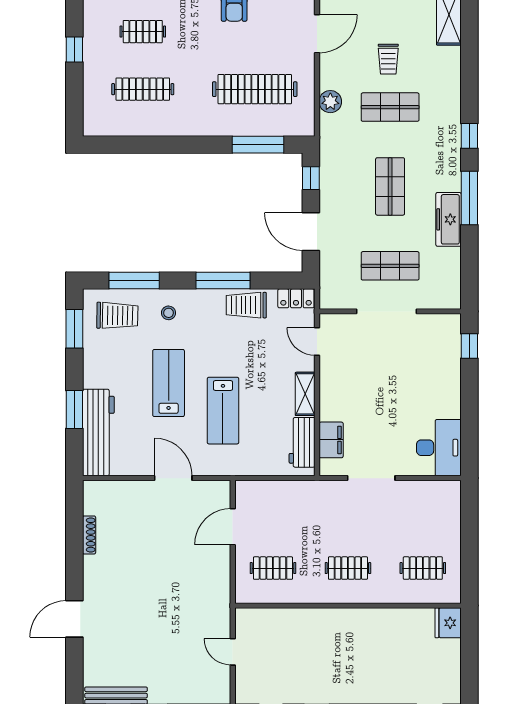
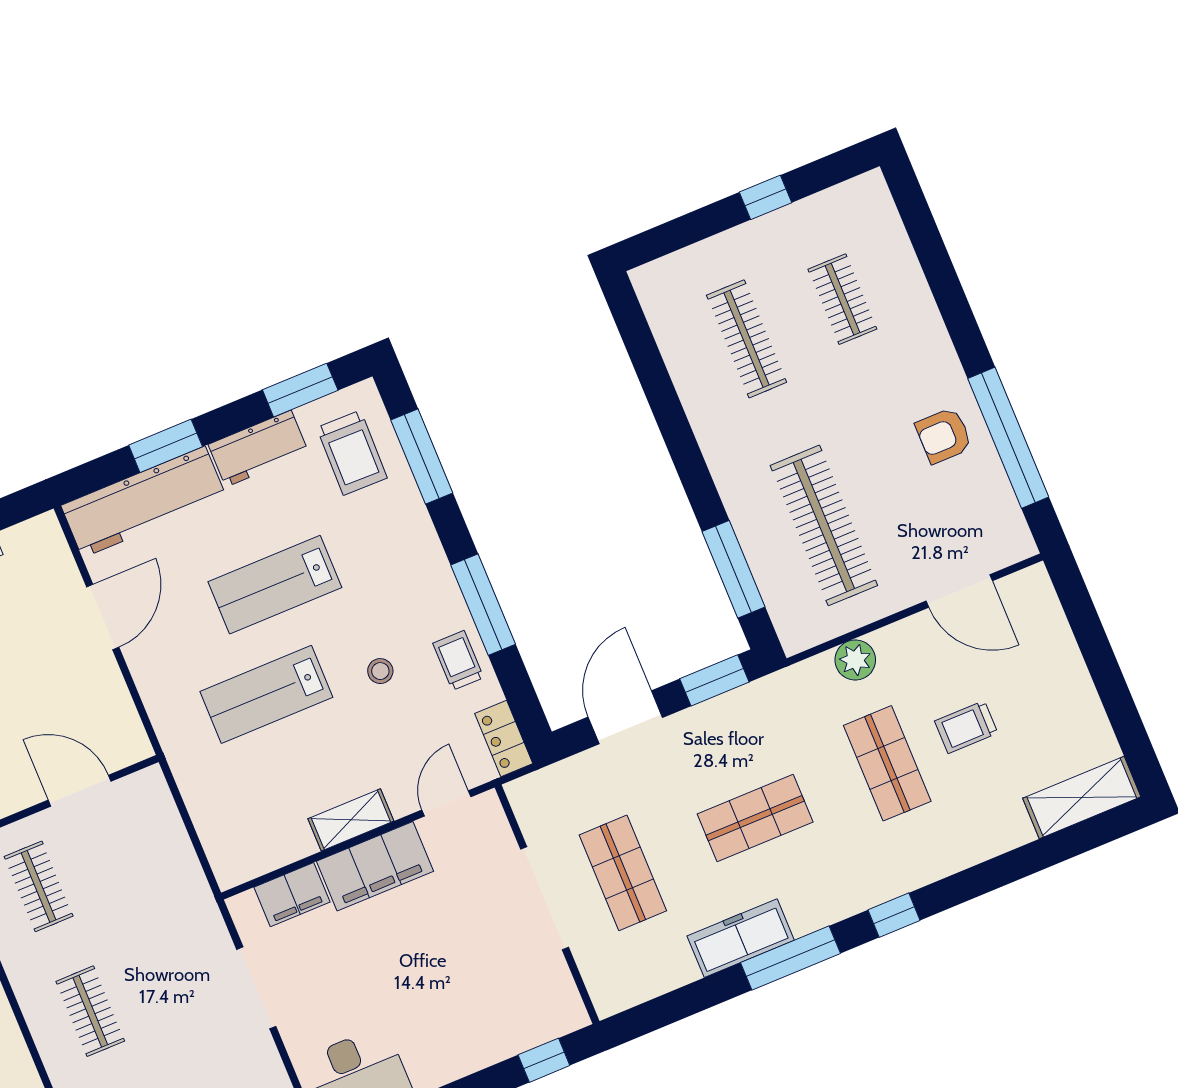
window: (311, 178) -> (714, 680), width x1.50
trolley: (246, 305) -> (458, 660), width x0.73, depth x0.72
stool: (169, 313) -> (380, 671), moved
lab bench: (169, 383) -> (275, 585), turned 180
filing cabinet: (334, 391) -> (375, 866), added
workbench: (302, 442) -> (258, 449), moved, turned 180
door: (173, 478) -> (103, 617), moved

